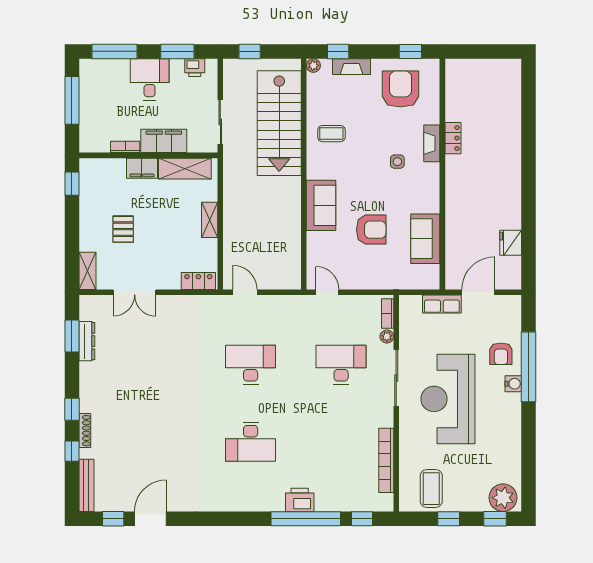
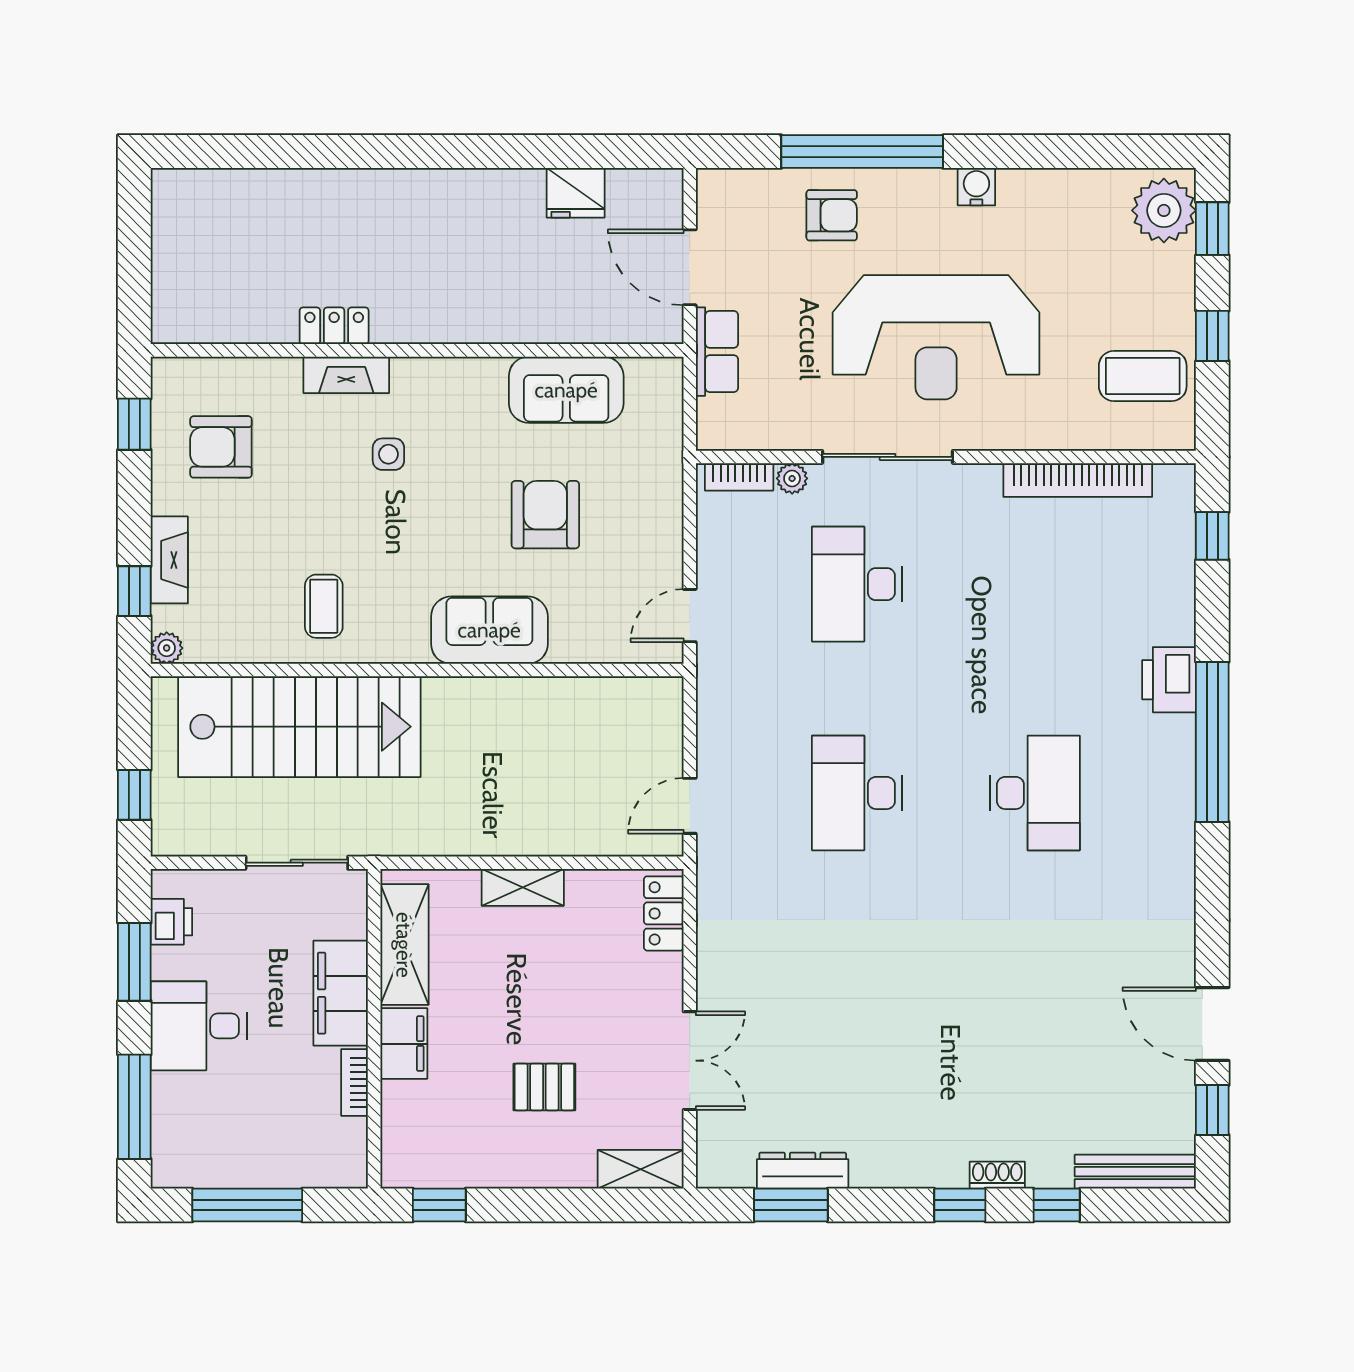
armchair: (401, 89) -> (221, 447), width x0.73, depth x0.73
water cooler: (513, 384) -> (976, 187), moved
shoe rack: (85, 431) -> (997, 1175), width x0.70
window: (306, 519) -> (1212, 742), moved

